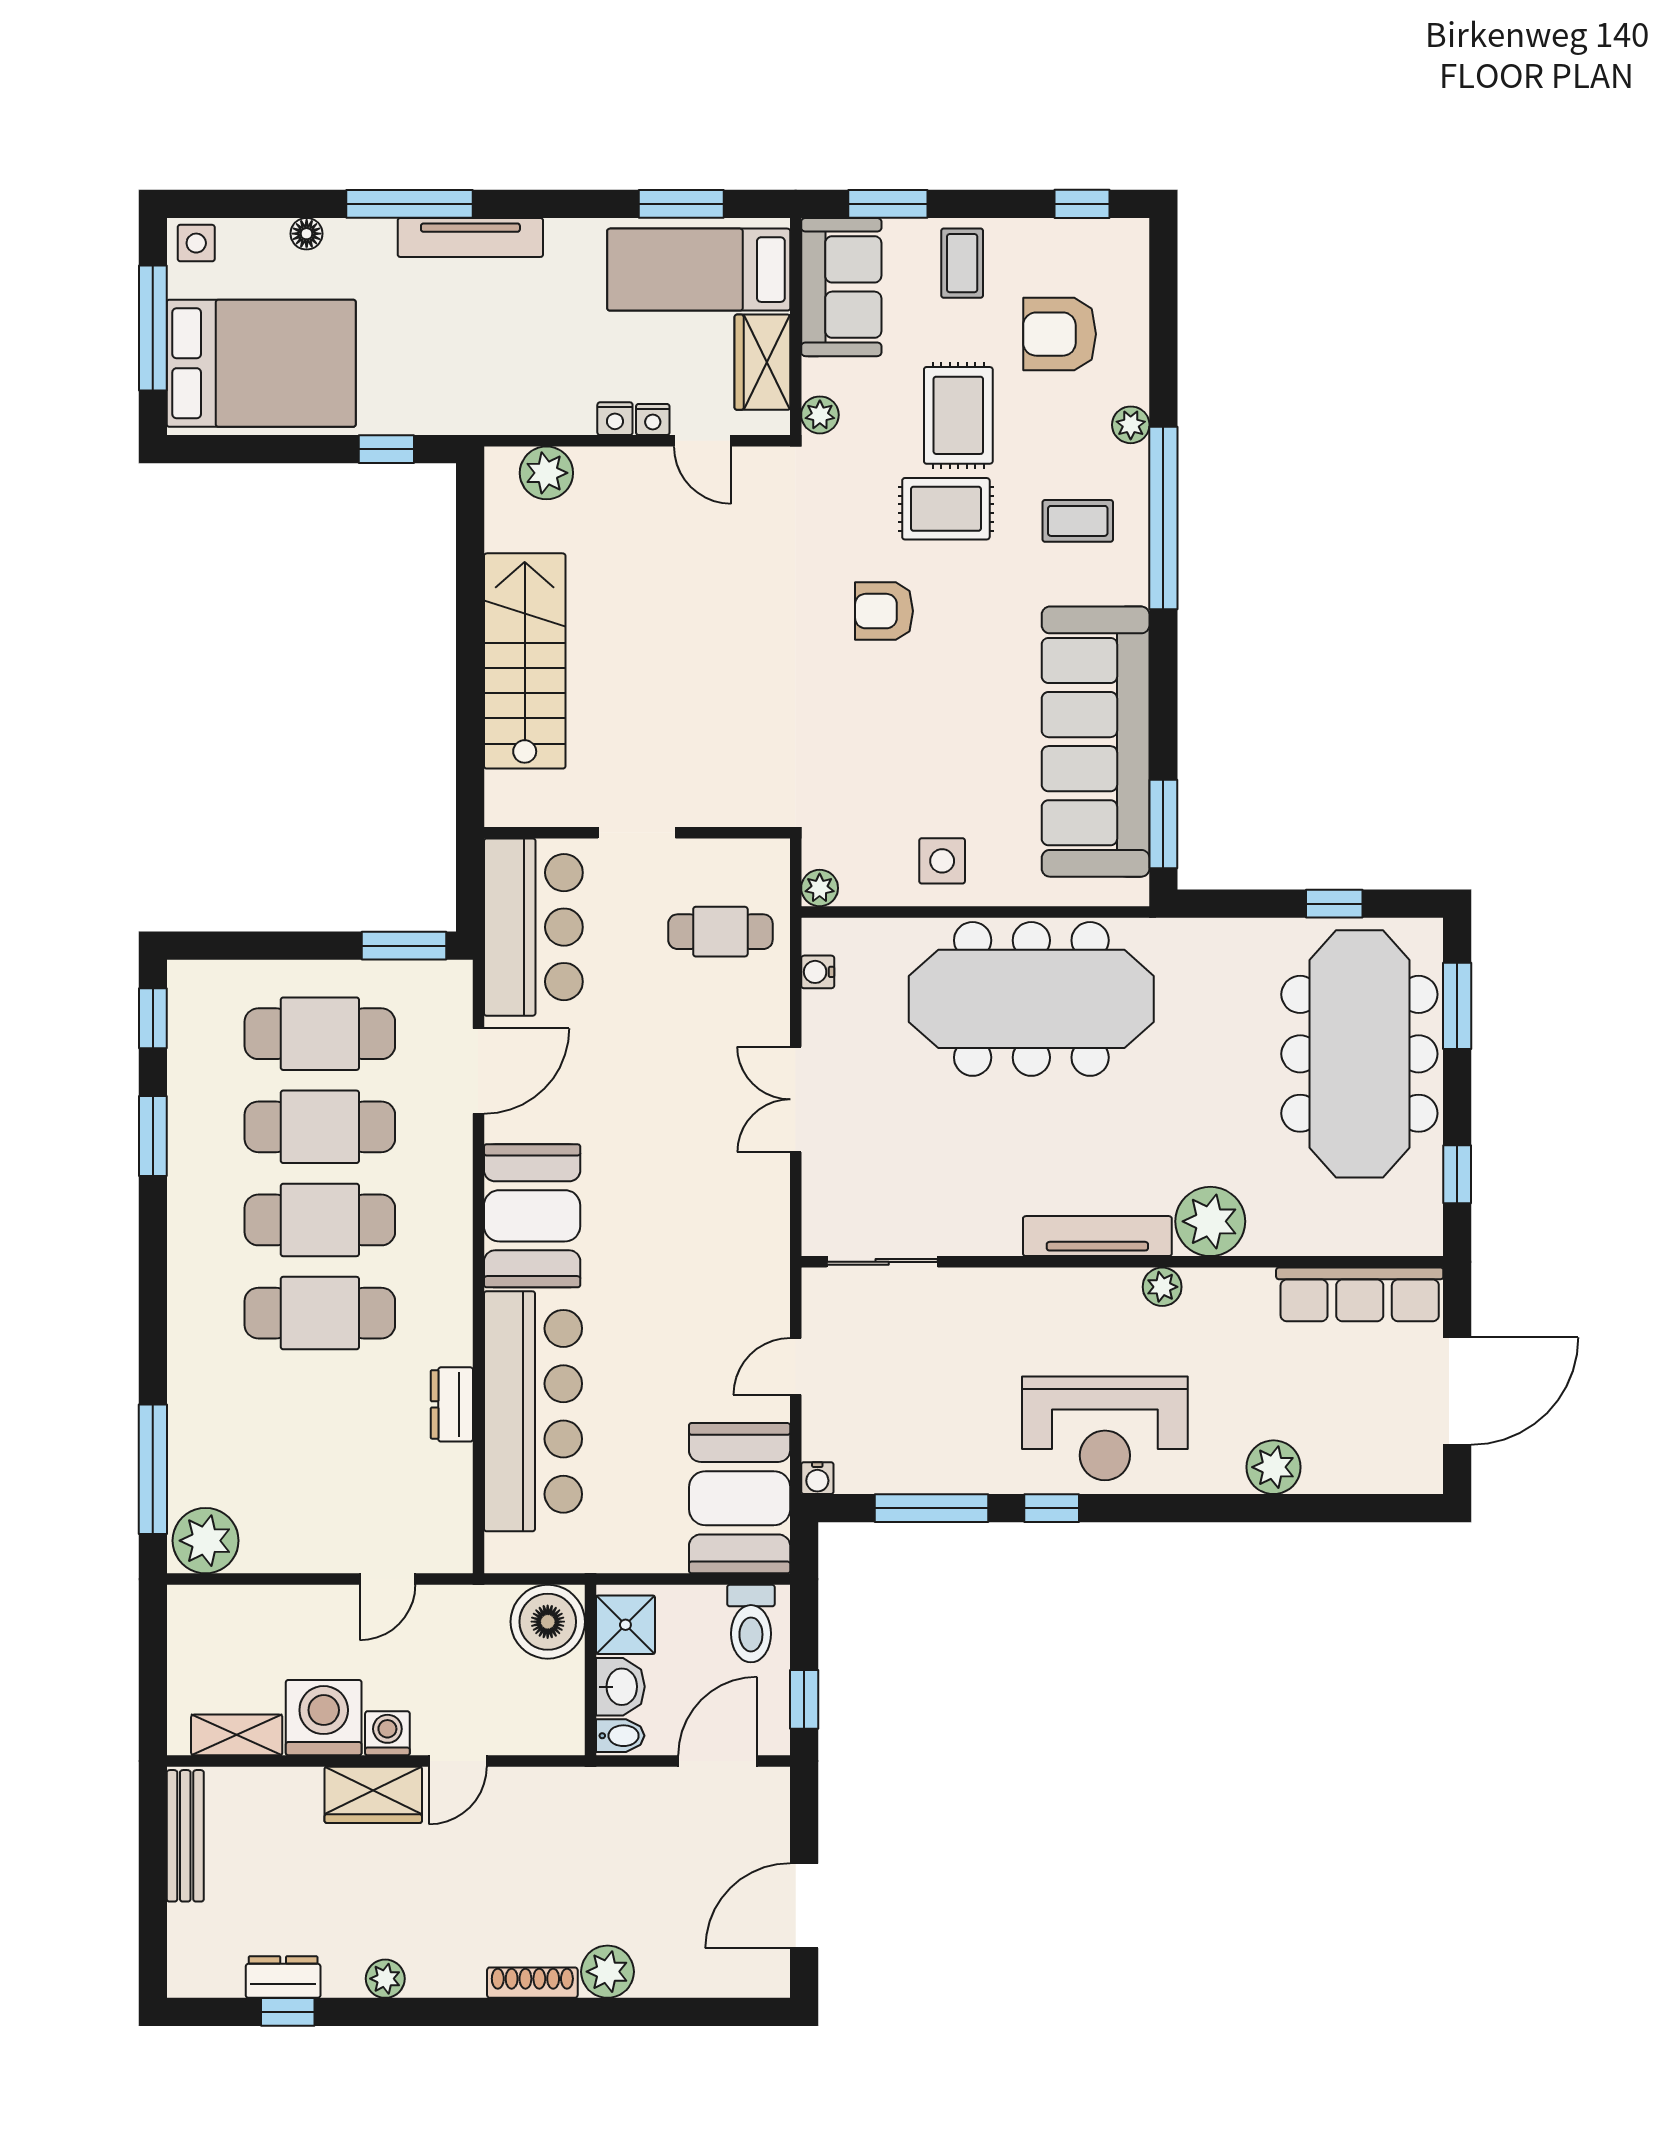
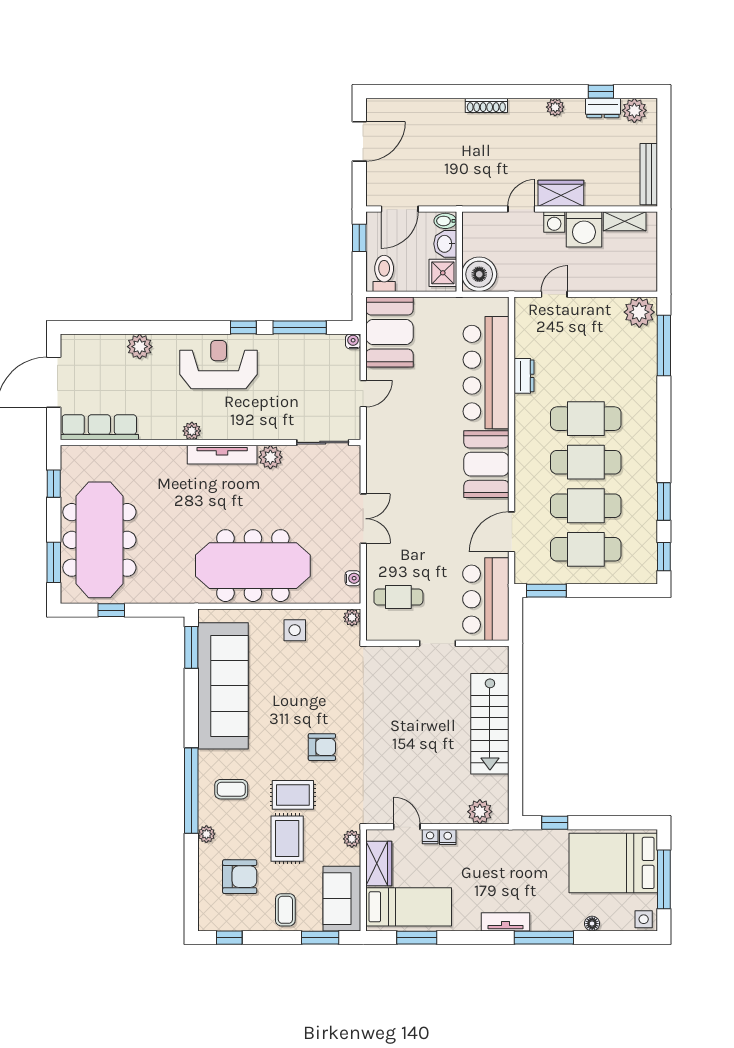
tv unit: (470, 237) -> (505, 922), width x0.71
plant: (1210, 1221) -> (270, 457), moved, width x0.73, depth x0.73
plant: (608, 1972) -> (634, 110), moved

